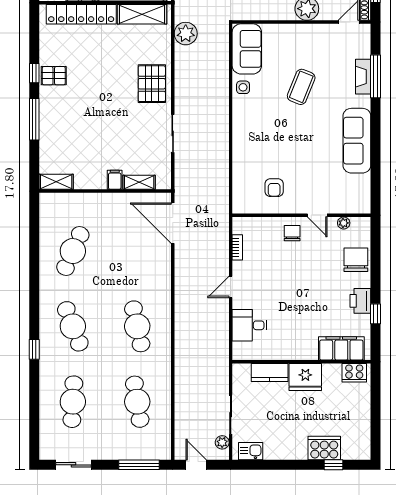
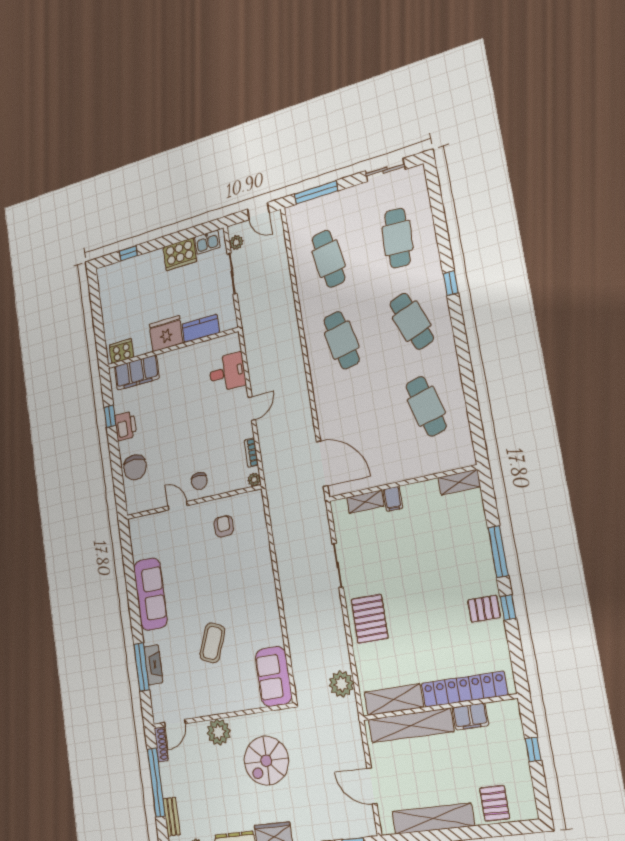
side table: (243, 87) -> (271, 632), removed
plant: (344, 223) -> (254, 480), moved
cafe table: (73, 251) -> (426, 406), turned -39
cooker: (324, 448) -> (180, 254), moved

